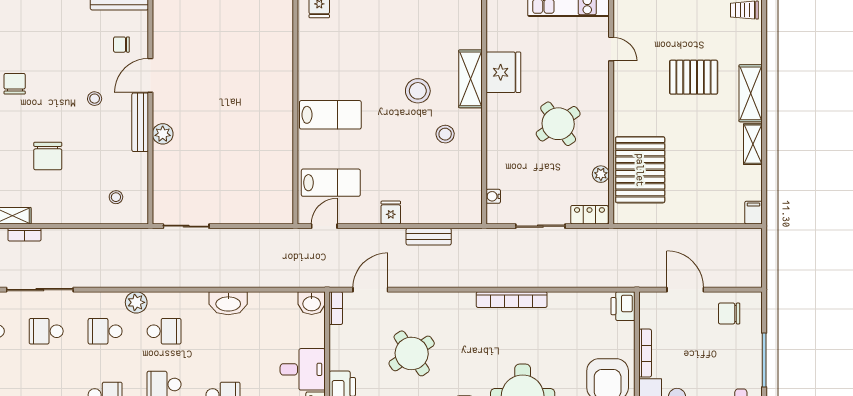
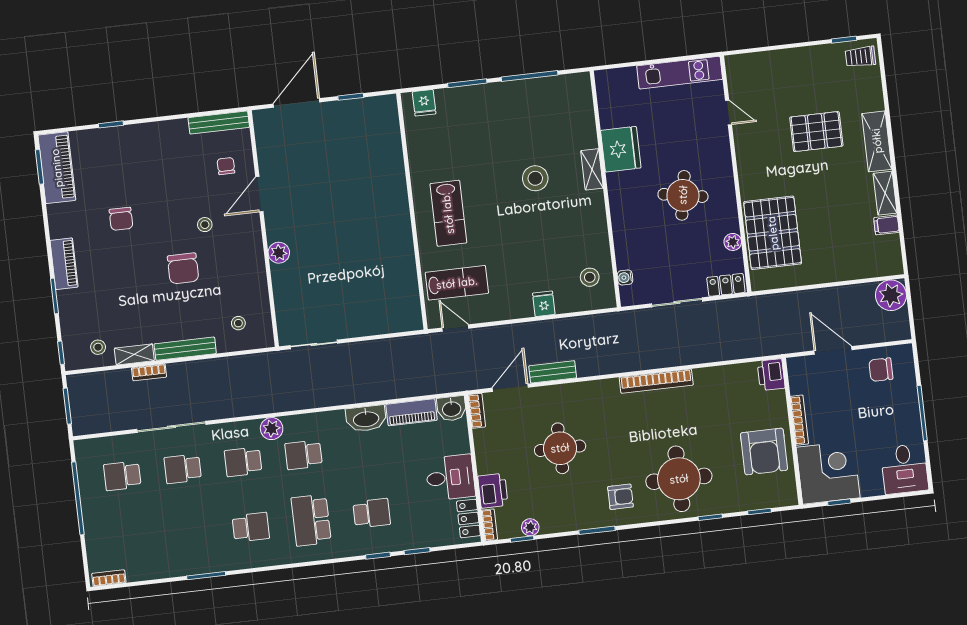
chair: (121, 45) -> (226, 166), turned 90
shelving: (470, 79) -> (592, 169), width x0.67, depth x0.75
chair: (15, 84) -> (121, 219), turned 180
lab bench: (330, 115) -> (448, 213), turned 90
bench: (140, 122) -> (185, 349), moved, turned 90
round table: (558, 124) -> (683, 195), turned 45
stool: (445, 134) -> (590, 277), moved
chair: (48, 156) -> (183, 268), moved
fridge: (391, 213) -> (544, 304), moved
filing cabinet: (753, 213) -> (886, 225), moved, turned -90
door: (324, 226) -> (455, 328), hinge flipped
bench: (429, 237) -> (553, 372), moved
plant: (747, 243) -> (891, 295), added
piano: (273, 302) -> (411, 412), added
school desk: (164, 331) -> (304, 455), turned 180
round table: (412, 353) -> (560, 448), turned 34

